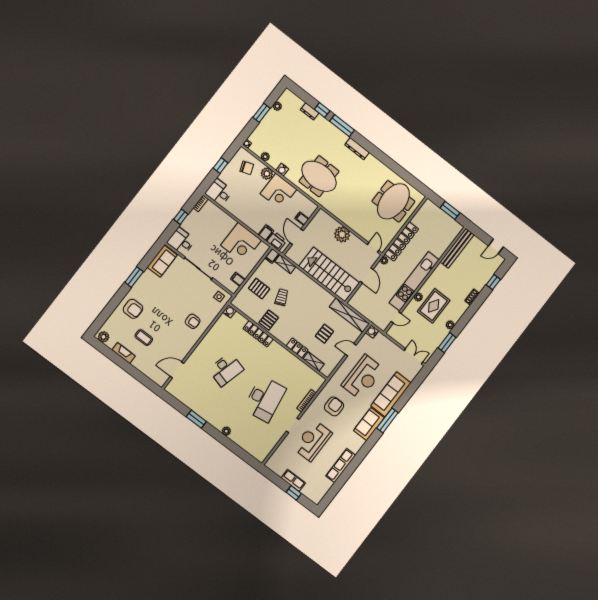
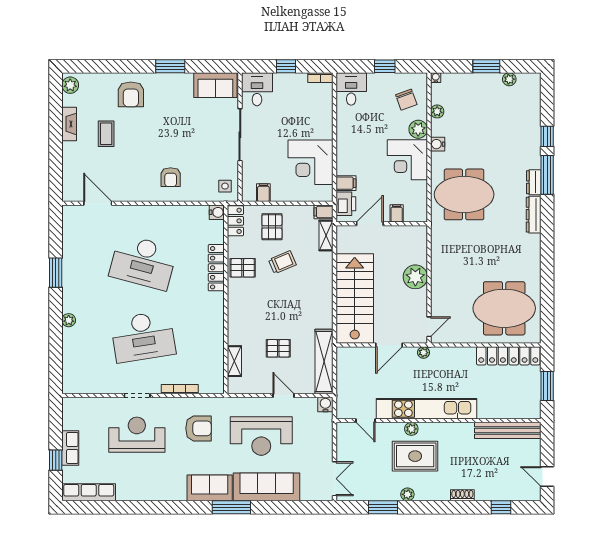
dresser: (310, 111) -> (534, 182), moved
meeting table: (319, 176) -> (464, 194), turned 90
locker: (402, 241) -> (508, 356), moved
locker: (297, 348) -> (235, 221), moved
desk: (226, 370) -> (143, 262), width x1.36, depth x1.30
row of seats: (341, 466) -> (89, 492), moved

